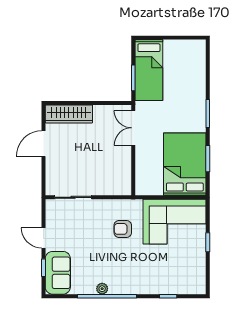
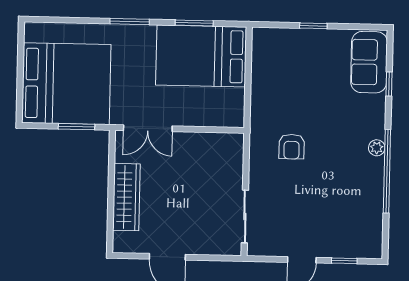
bed: (149, 70) -> (66, 84), width x2.04
wardrobe: (69, 114) -> (126, 197), moved
corner sofa: (175, 222) -> (283, 73), removed
sofa: (58, 273) -> (369, 62), moved, turned -90
plant: (102, 289) -> (377, 148), moved

